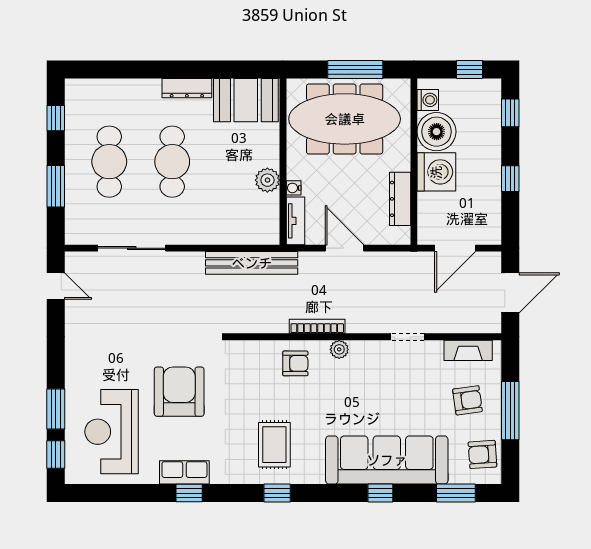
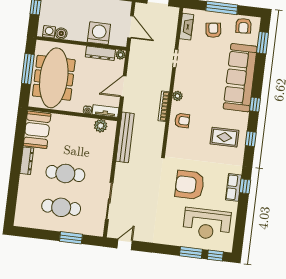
window: (56, 118) -> (34, 233), removed
boiler: (437, 132) -> (61, 33), width x0.54, depth x0.54
washing machine: (436, 172) -> (99, 33), moved
plant: (267, 180) -> (101, 126), moved
plant: (402, 236) -> (121, 55), added
armchair: (295, 363) -> (182, 121), turned 90
window: (380, 493) -> (255, 105), moved

